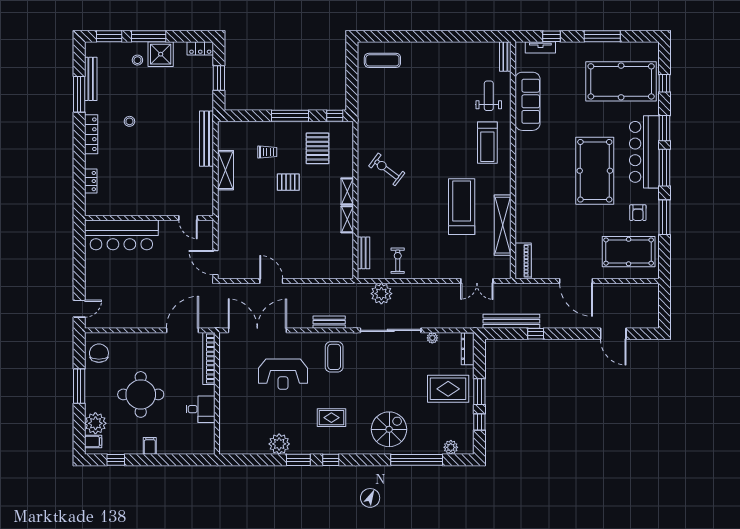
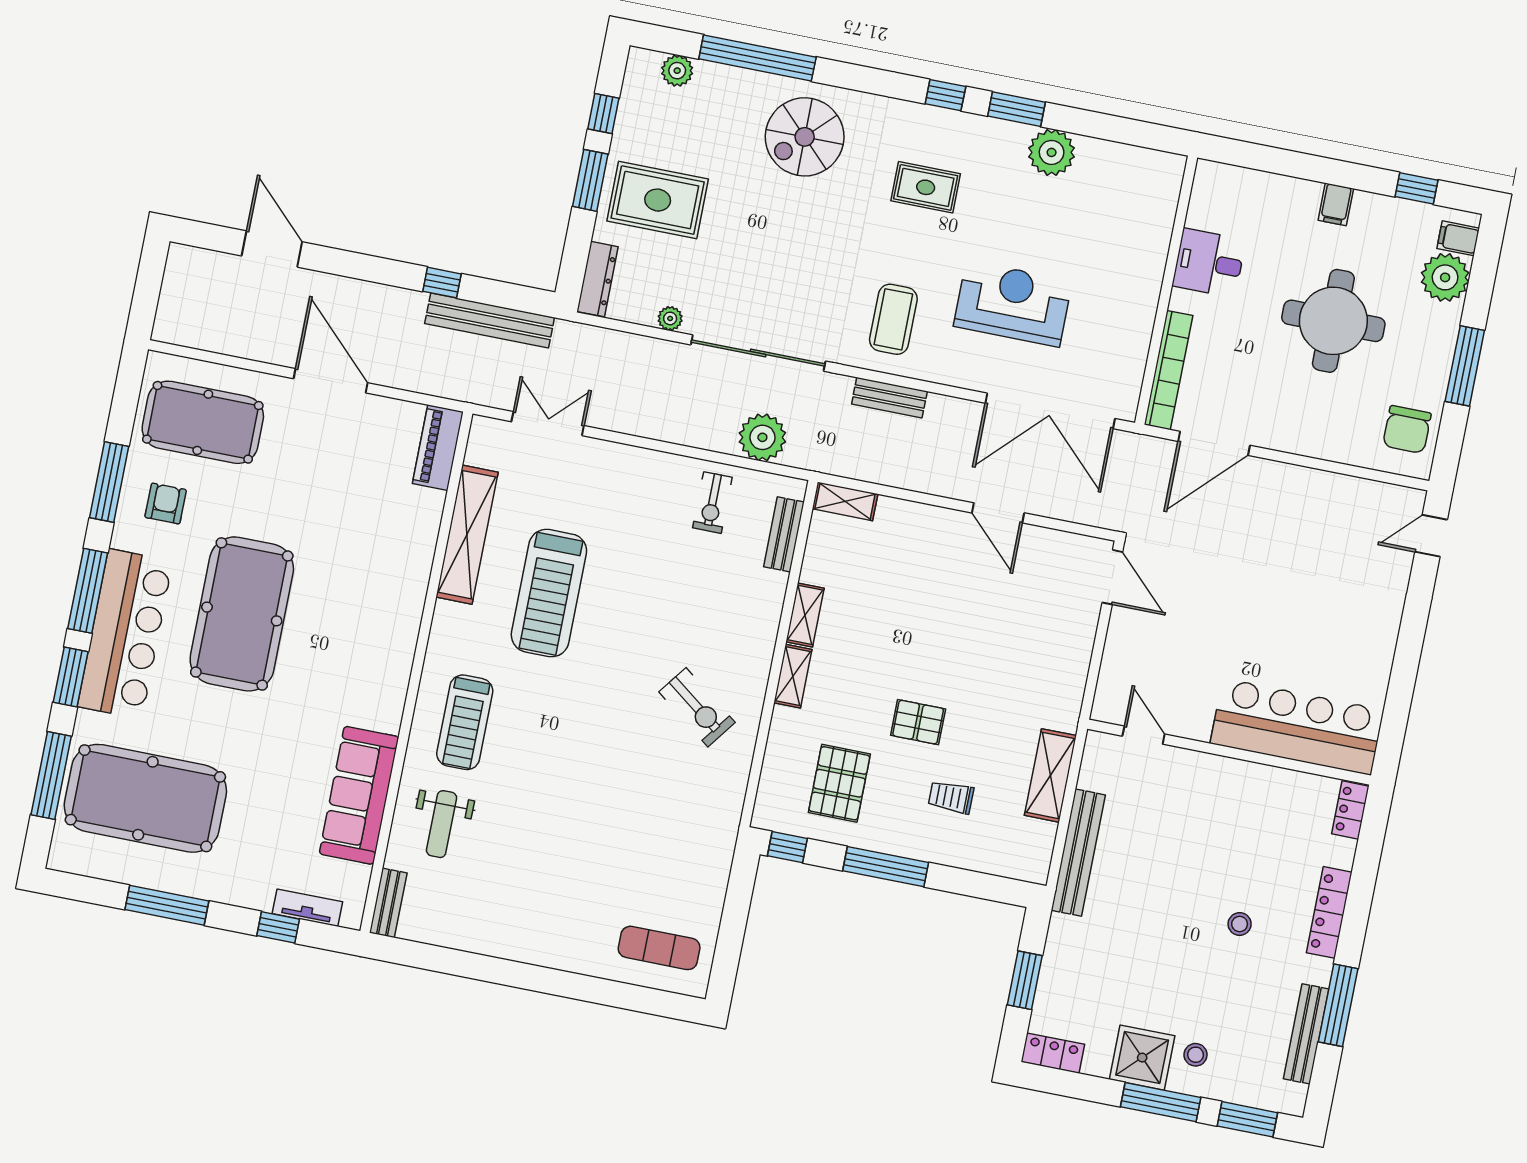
window: (665, 83) -> (51, 775), width x2.17
treadmill: (487, 143) -> (465, 722), turned 180
wall: (149, 218) -> (1229, 752), moved
door: (188, 218) -> (1144, 735), moved
bar counter: (121, 235) -> (1297, 727), moved
shelving: (340, 273) -> (845, 501), added

